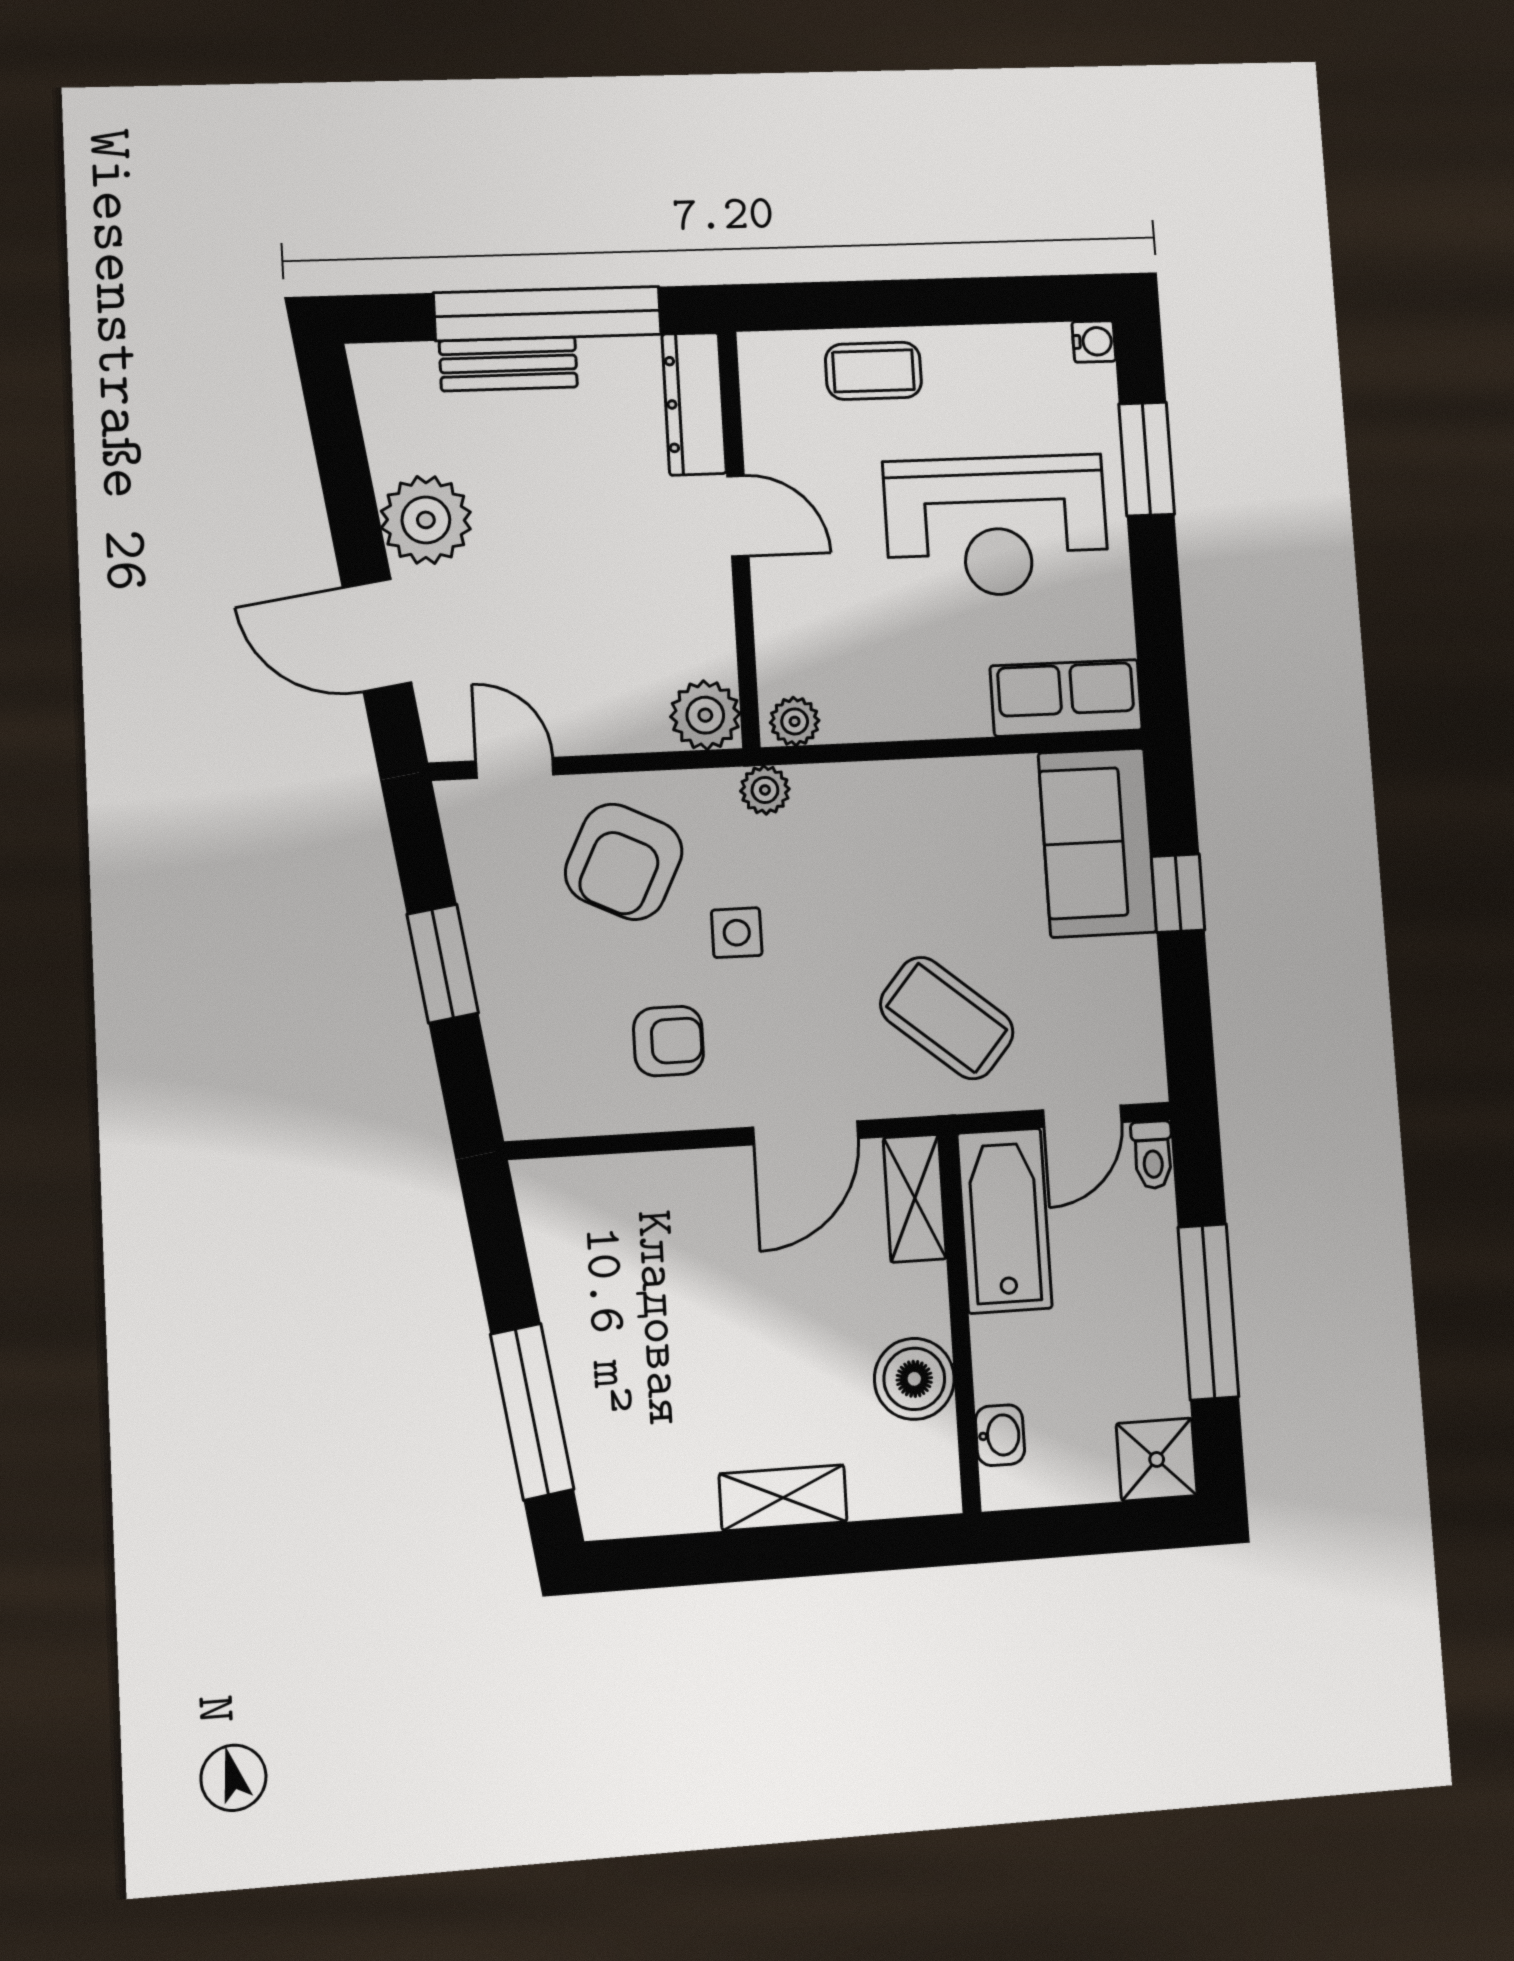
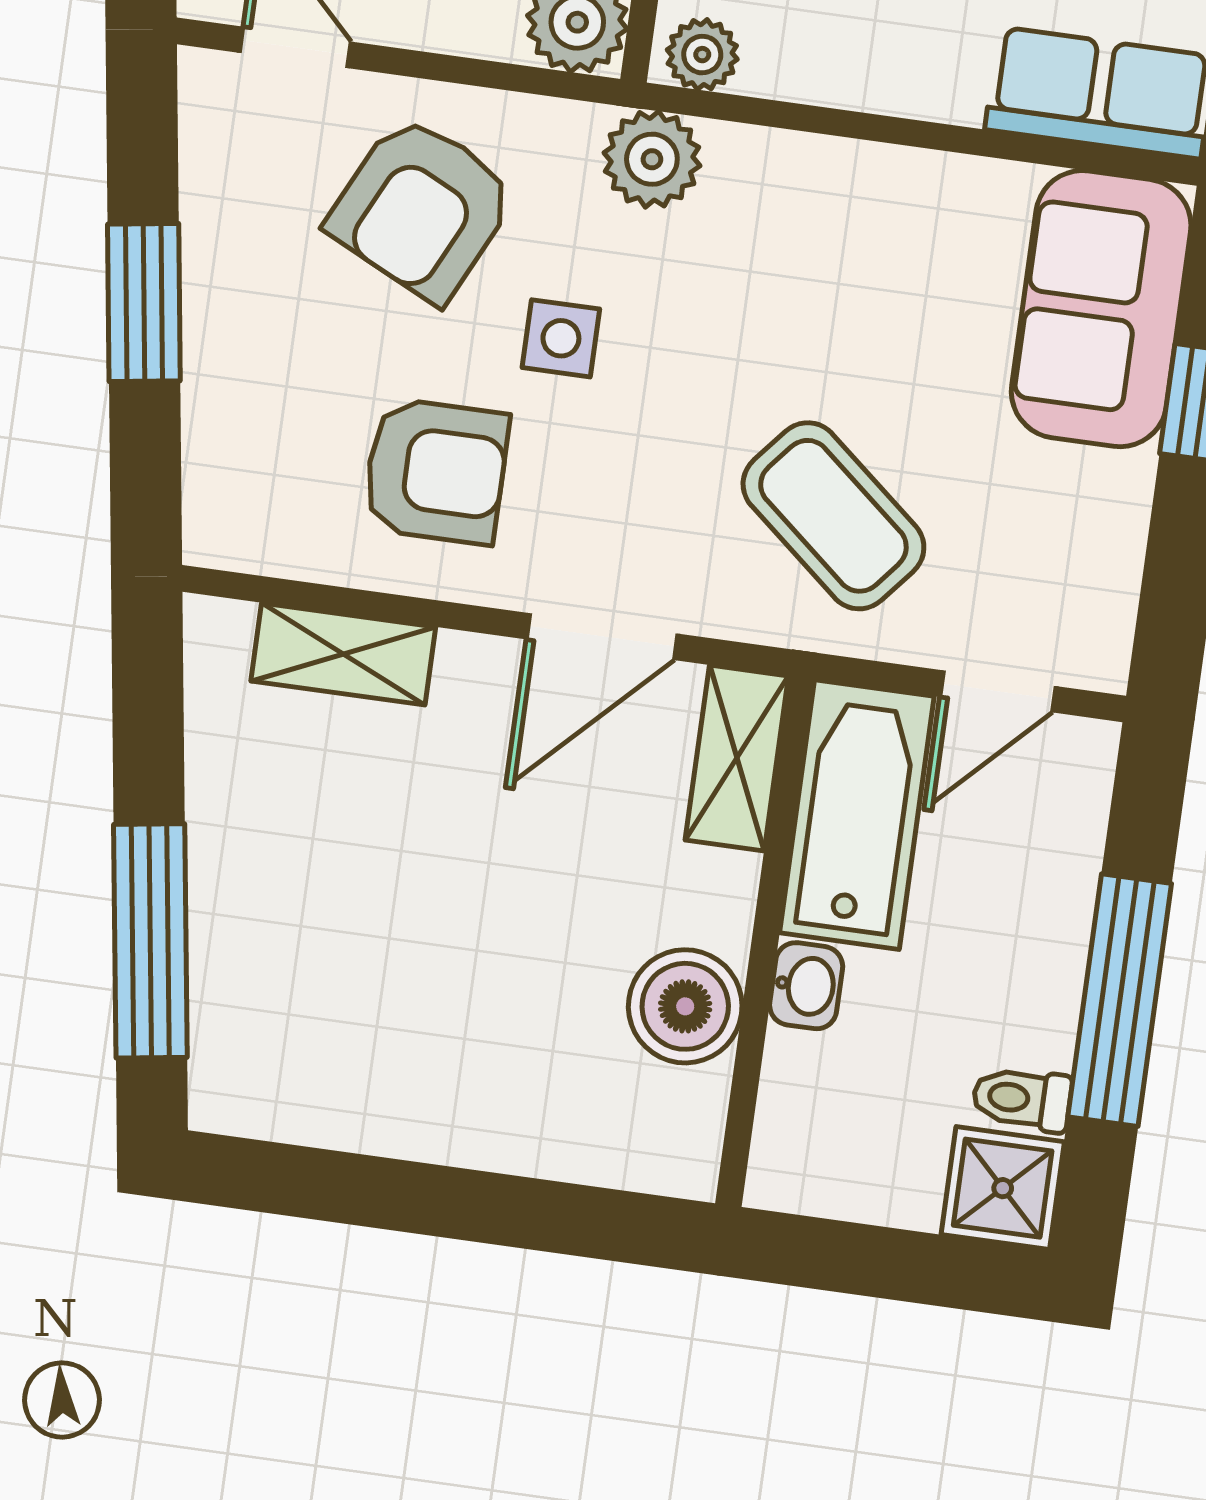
plant: (765, 790) -> (652, 159), width x1.38, depth x1.38
armchair: (668, 1041) -> (436, 471), width x1.38, depth x1.38
toilet: (1153, 1155) -> (1022, 1099), moved, turned 90
washbasin: (1000, 1435) -> (806, 986), moved
shelving: (783, 1498) -> (343, 654), moved

